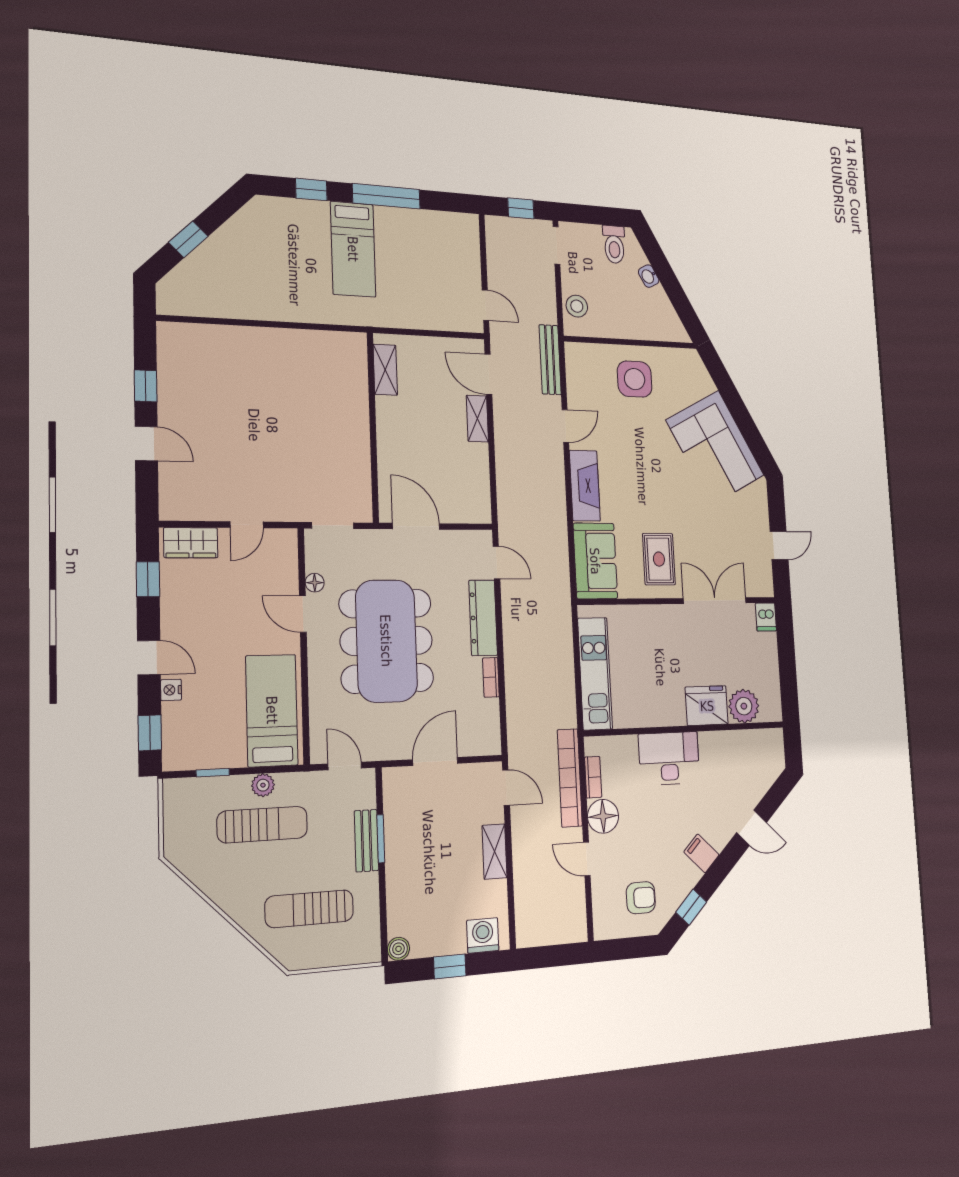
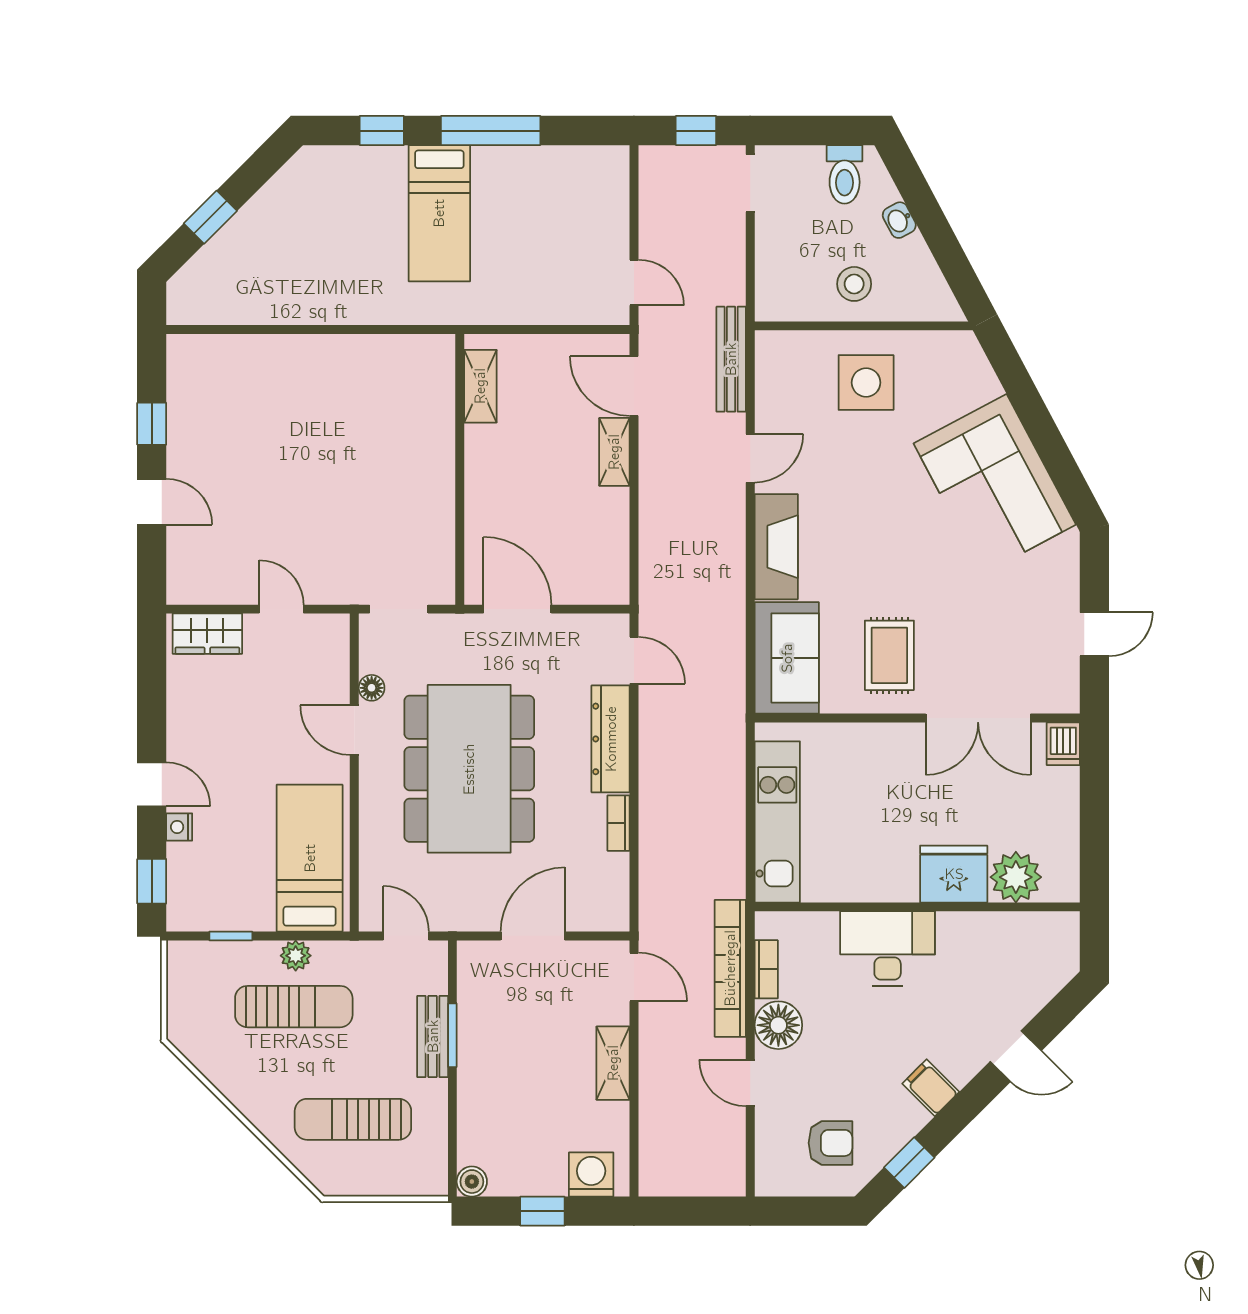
stool: (577, 306) -> (854, 284), moved
door: (247, 525) -> (281, 609), swing flipped
window: (148, 579) -> (152, 682), removed
double door: (715, 601) -> (978, 718), swing flipped

